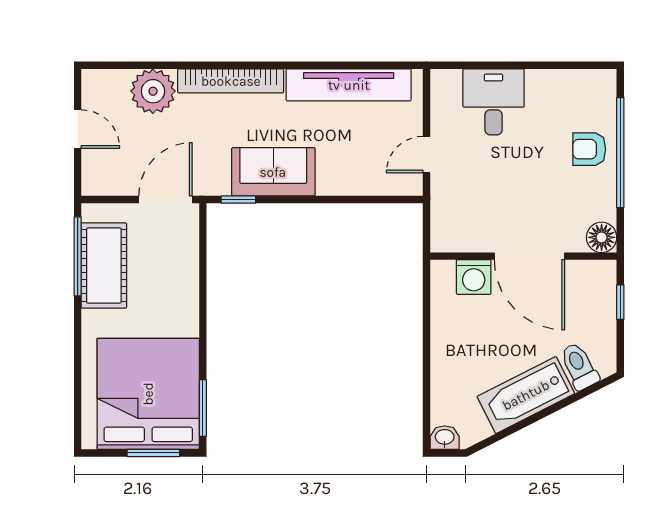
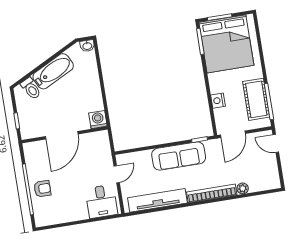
plant: (153, 91) -> (243, 188), width x0.53, depth x0.53
desk: (494, 102) -> (101, 201), moved
door: (78, 129) -> (276, 143), moved
sofa: (273, 172) -> (179, 156), width x1.36
floor lamp: (602, 237) -> (30, 149), removed
door: (529, 256) -> (62, 135), swing flipped
nightstand: (186, 276) -> (218, 101), added
washing machine: (474, 277) -> (98, 120), moved

